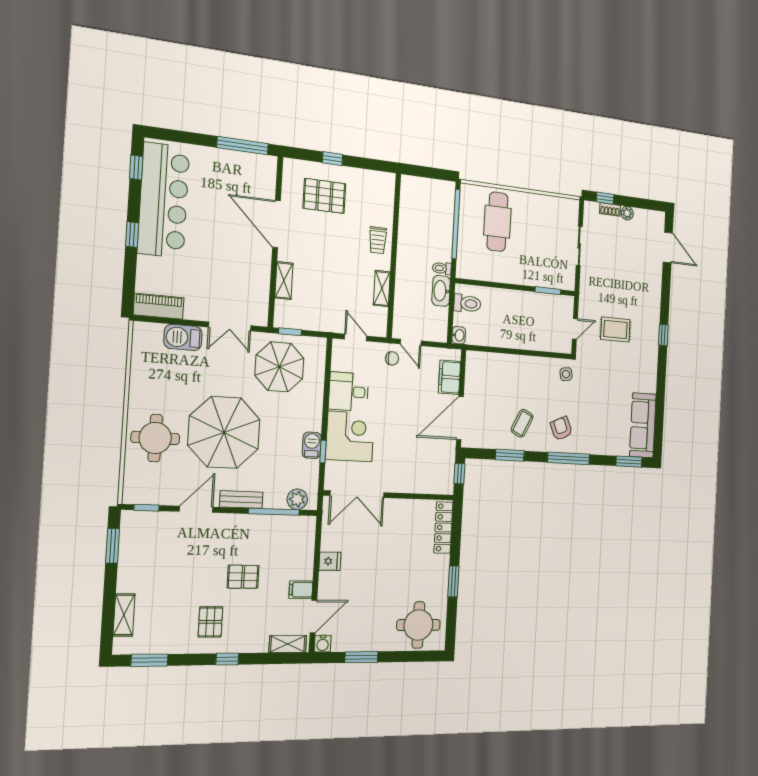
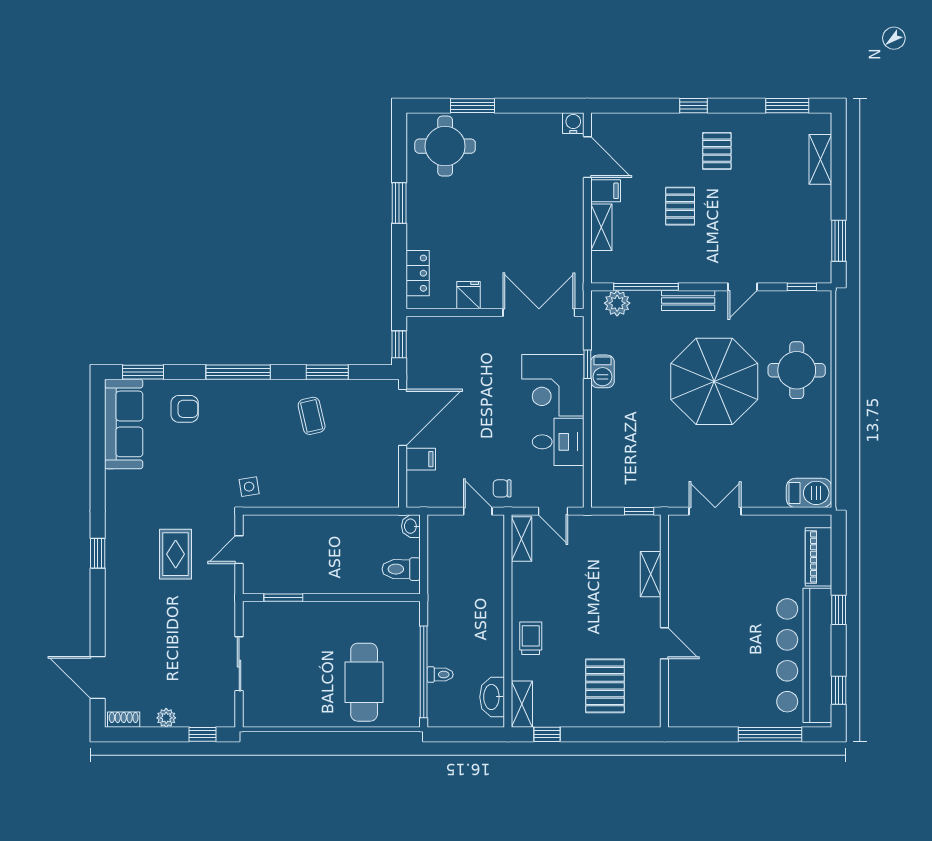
window: (243, 146) -> (770, 734), moved
window: (332, 159) -> (547, 734), moved
shelving: (387, 190) -> (522, 704), added
pallet: (324, 196) -> (605, 686), turned 90
shoe rack: (610, 209) -> (124, 720), moved
door: (276, 224) -> (664, 643), width x0.53
toilet: (442, 268) -> (440, 675), moved
shelving: (382, 288) -> (521, 539), moved
washbasin: (441, 291) -> (492, 697), moved, turned 180
piano: (159, 306) -> (818, 557), moved, turned 90
rug: (615, 329) -> (176, 554), turned 90
barbecue: (183, 337) -> (809, 493), moved
parasol: (279, 367) -> (650, 467), removed
filing cabinet: (450, 377) -> (421, 459), width x0.50
coffee table: (522, 423) -> (312, 416), turned -39
armchair: (561, 429) -> (185, 409), moved, turned -66
door: (196, 509) -> (743, 287), width x0.73
locker: (443, 527) -> (418, 273), width x0.66
fridge: (330, 561) -> (469, 295), moved, turned 90
pallet: (243, 577) -> (680, 206), turned 90
door: (313, 617) -> (587, 157), swing flipped
shelving: (288, 644) -> (601, 227), moved, turned 90
window: (361, 657) -> (472, 106), moved

